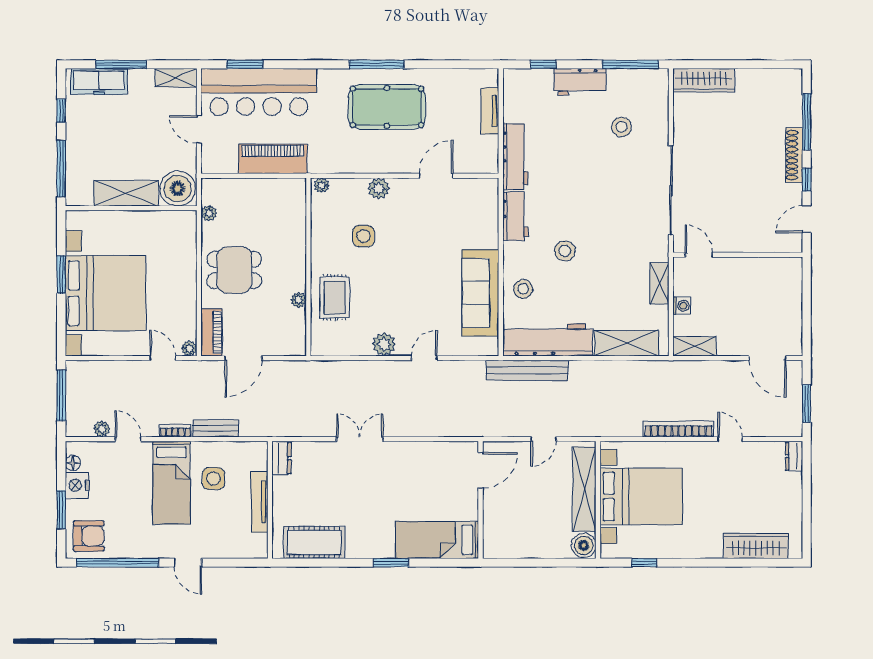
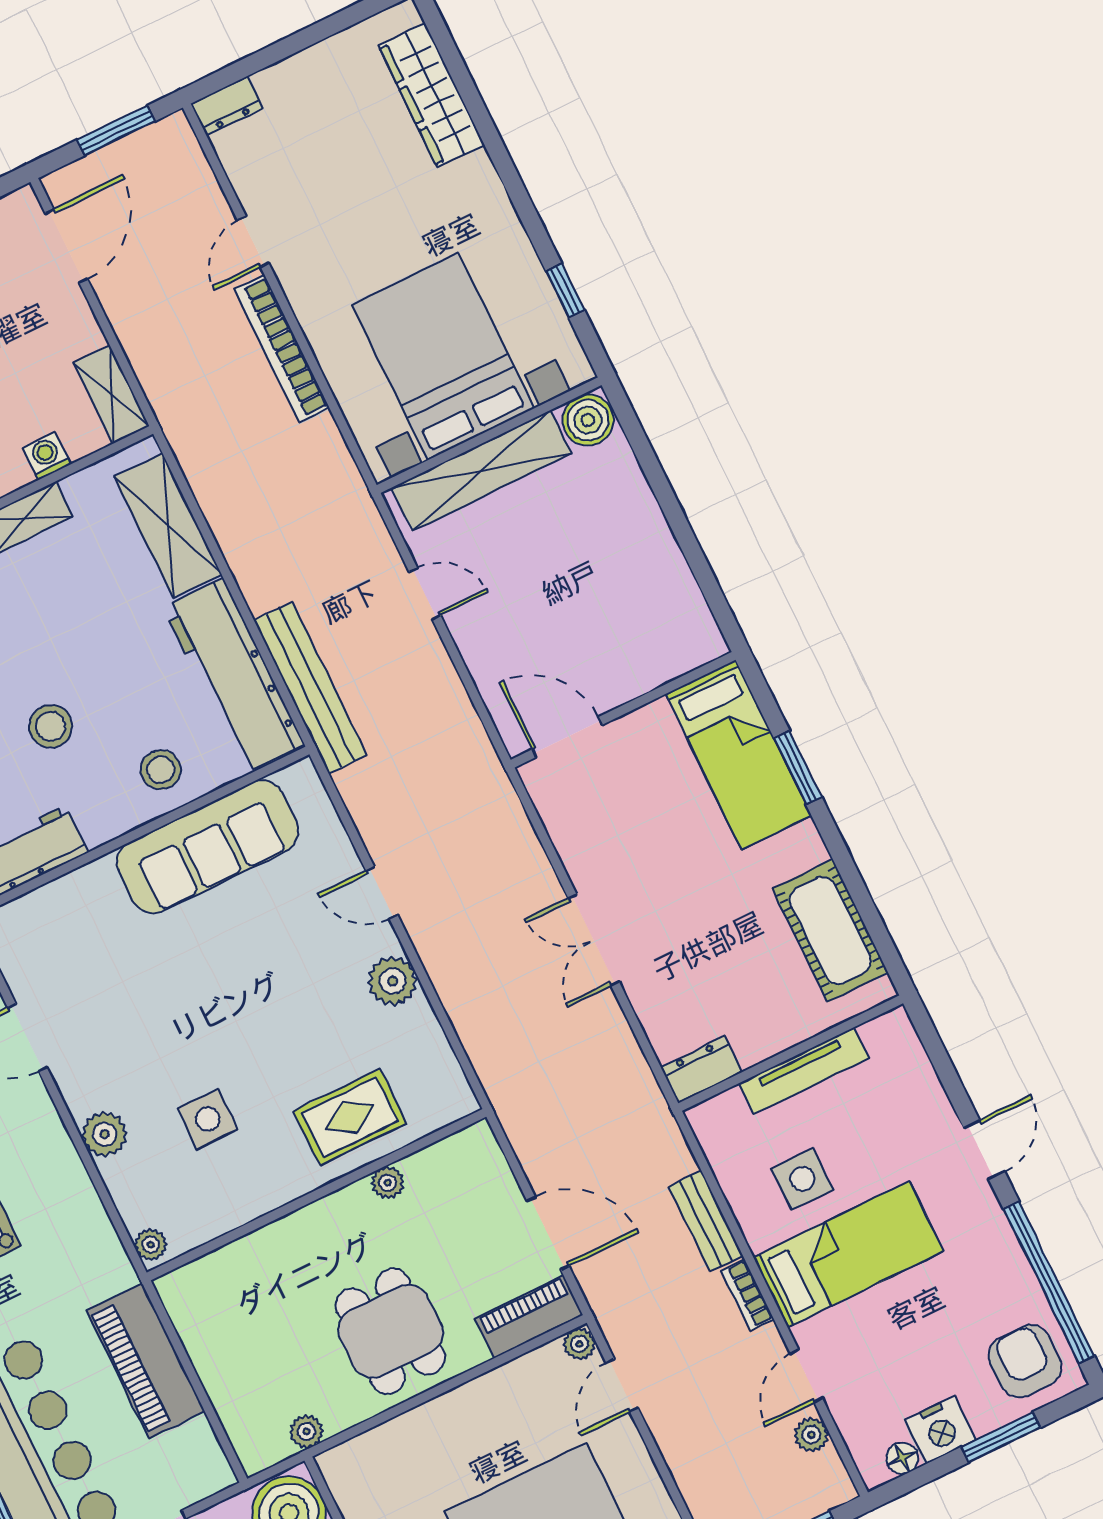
door: (481, 470) -> (567, 737), moved
wall: (481, 500) -> (623, 710), moved
bed: (437, 540) -> (739, 755), moved

